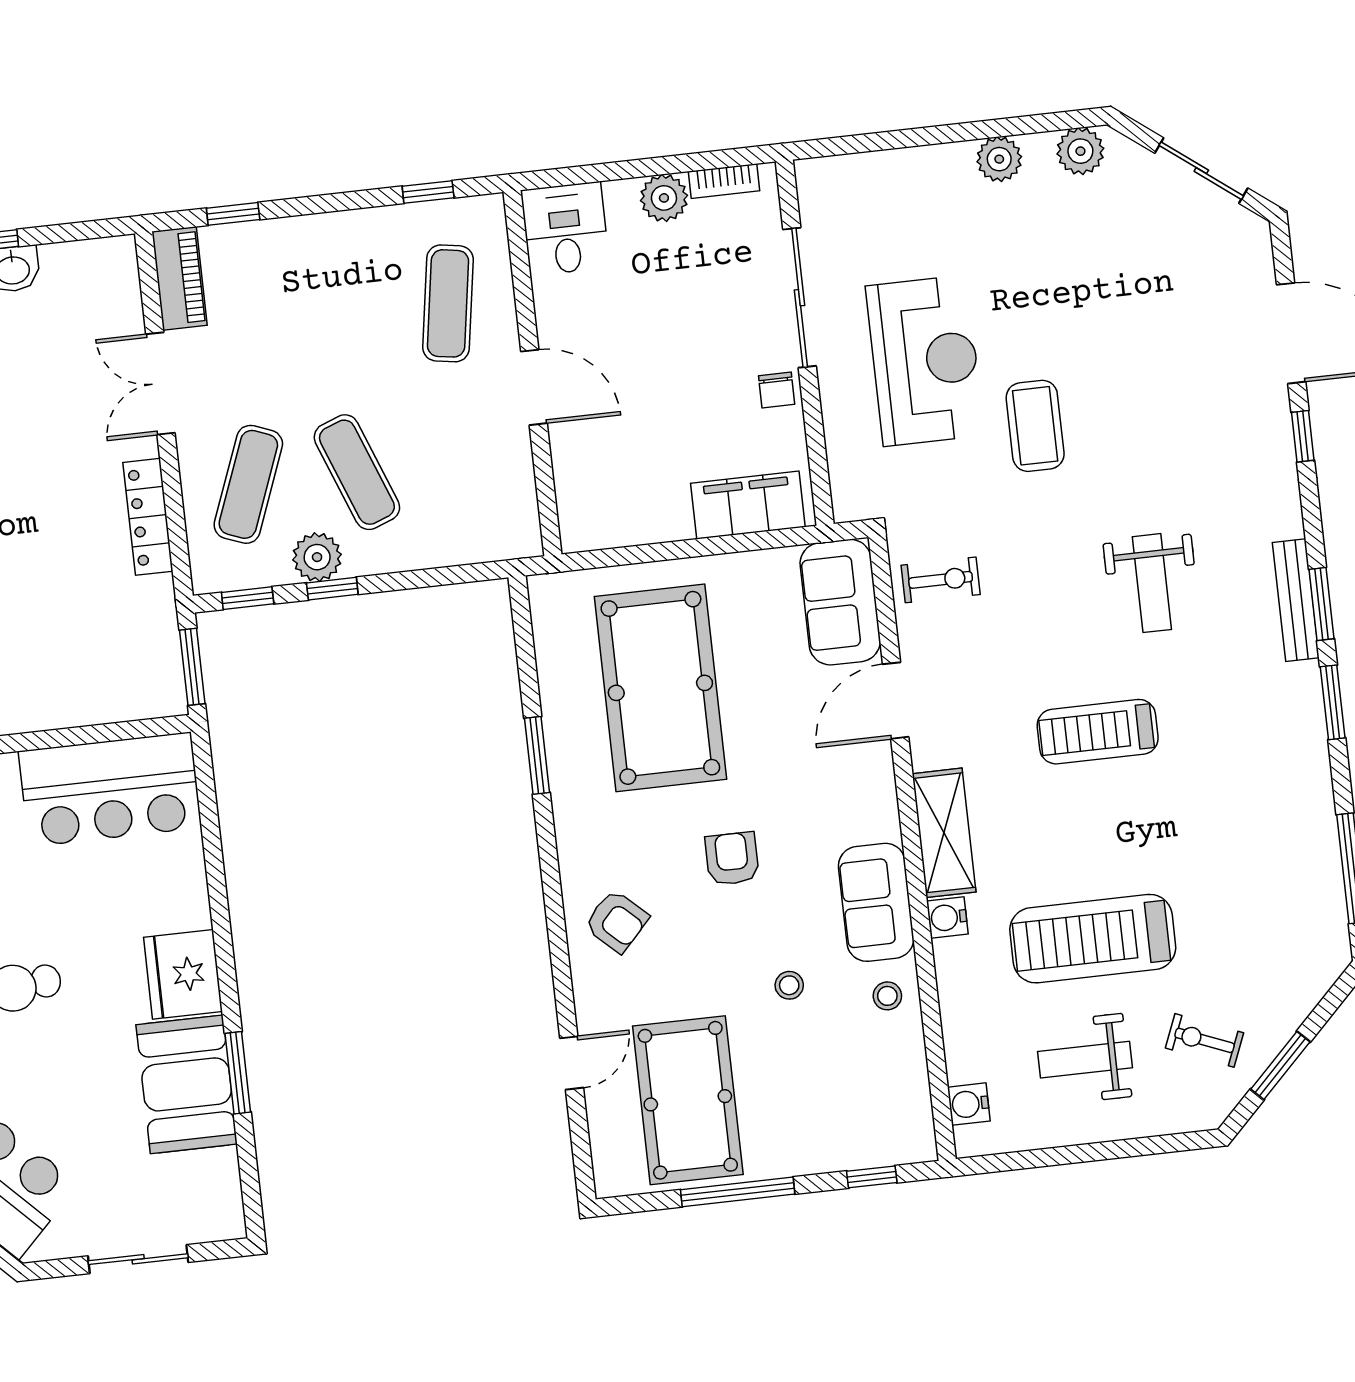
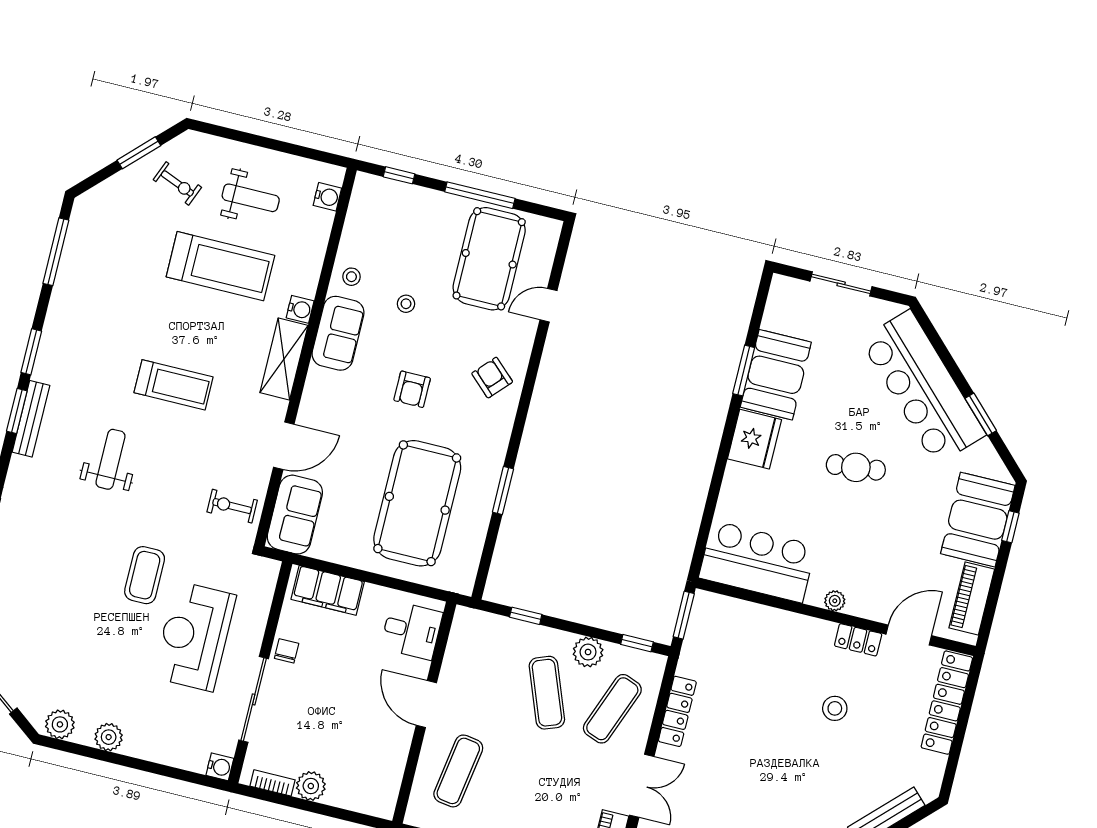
water cooler: (813, 176) -> (220, 767), added
desk: (565, 229) -> (412, 630), moved, turned -90
window: (332, 589) -> (526, 616), moved

